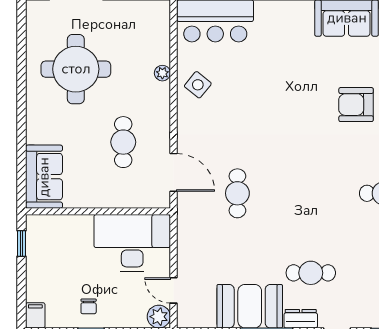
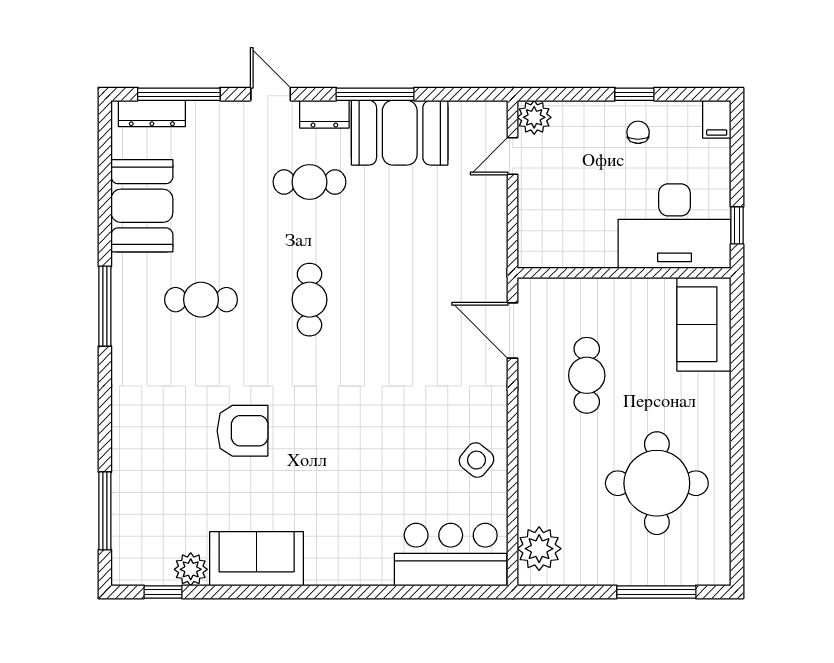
plant: (162, 73) -> (539, 549), moved, width x1.87, depth x1.87
cafe table: (237, 193) -> (309, 300), moved
desk: (132, 243) -> (674, 226), moved
door: (173, 290) -> (513, 156), swing flipped

